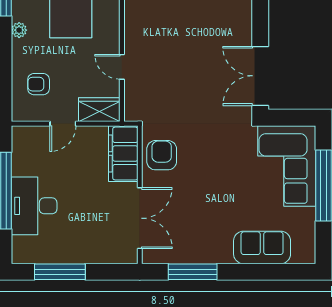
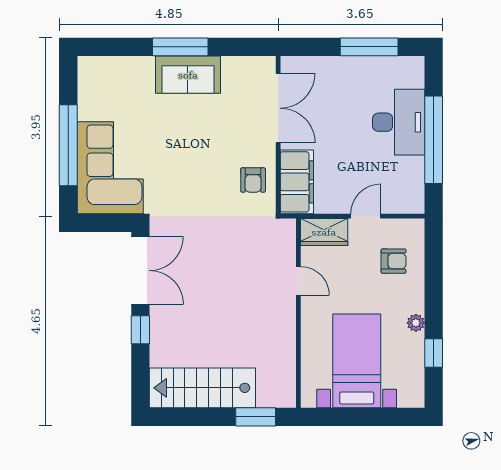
window: (260, 24) -> (140, 330), added
armchair: (162, 155) -> (253, 180), width x0.72, depth x0.72
double door: (140, 218) -> (278, 108), swing flipped
sofa: (262, 247) -> (188, 75), moved
window: (193, 272) -> (180, 47), moved

